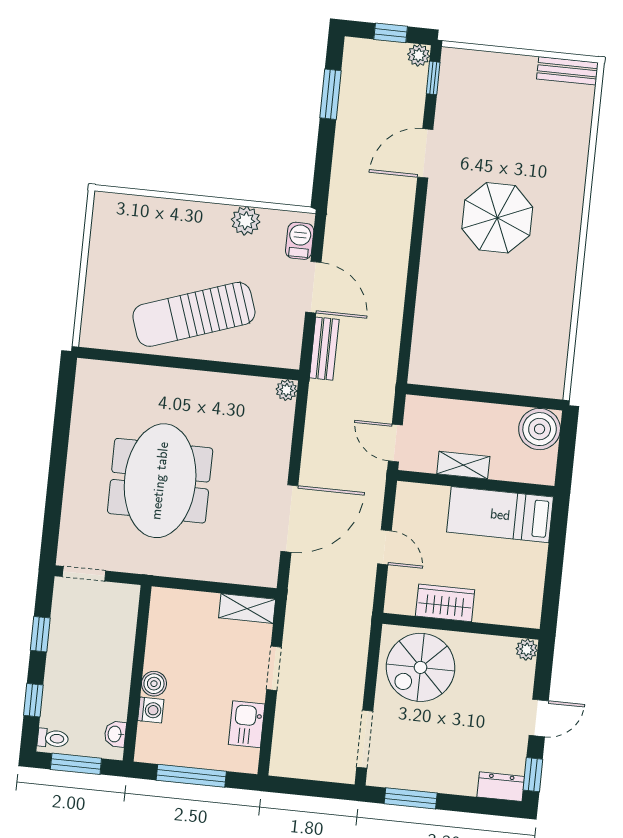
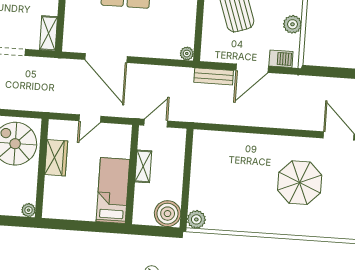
plant: (550, 384) -> (196, 219), added

